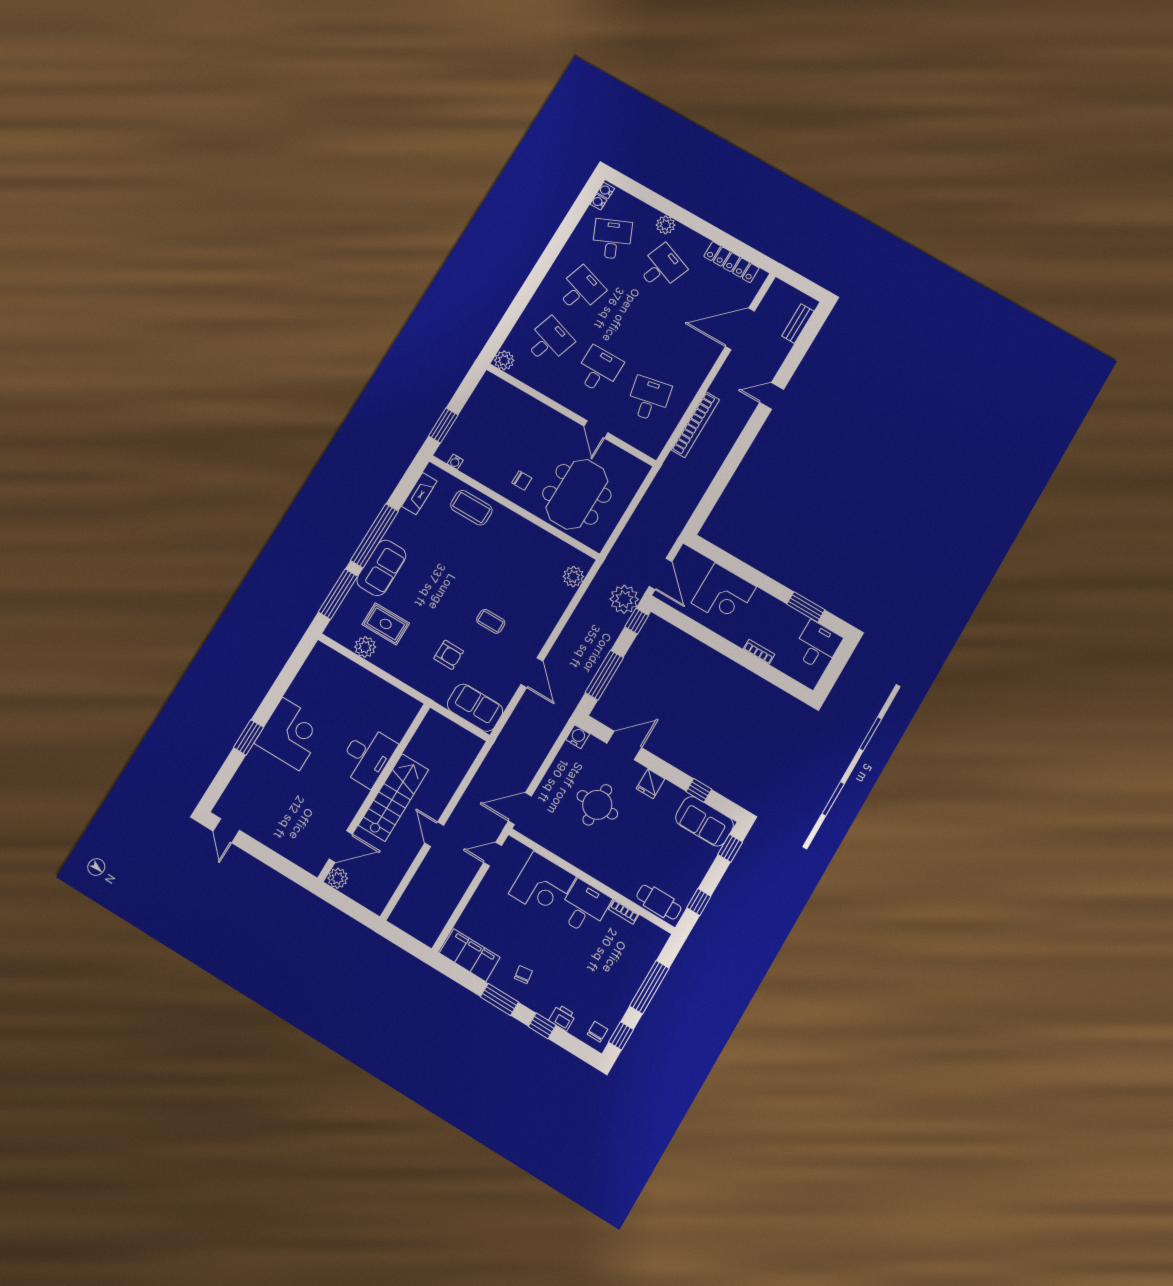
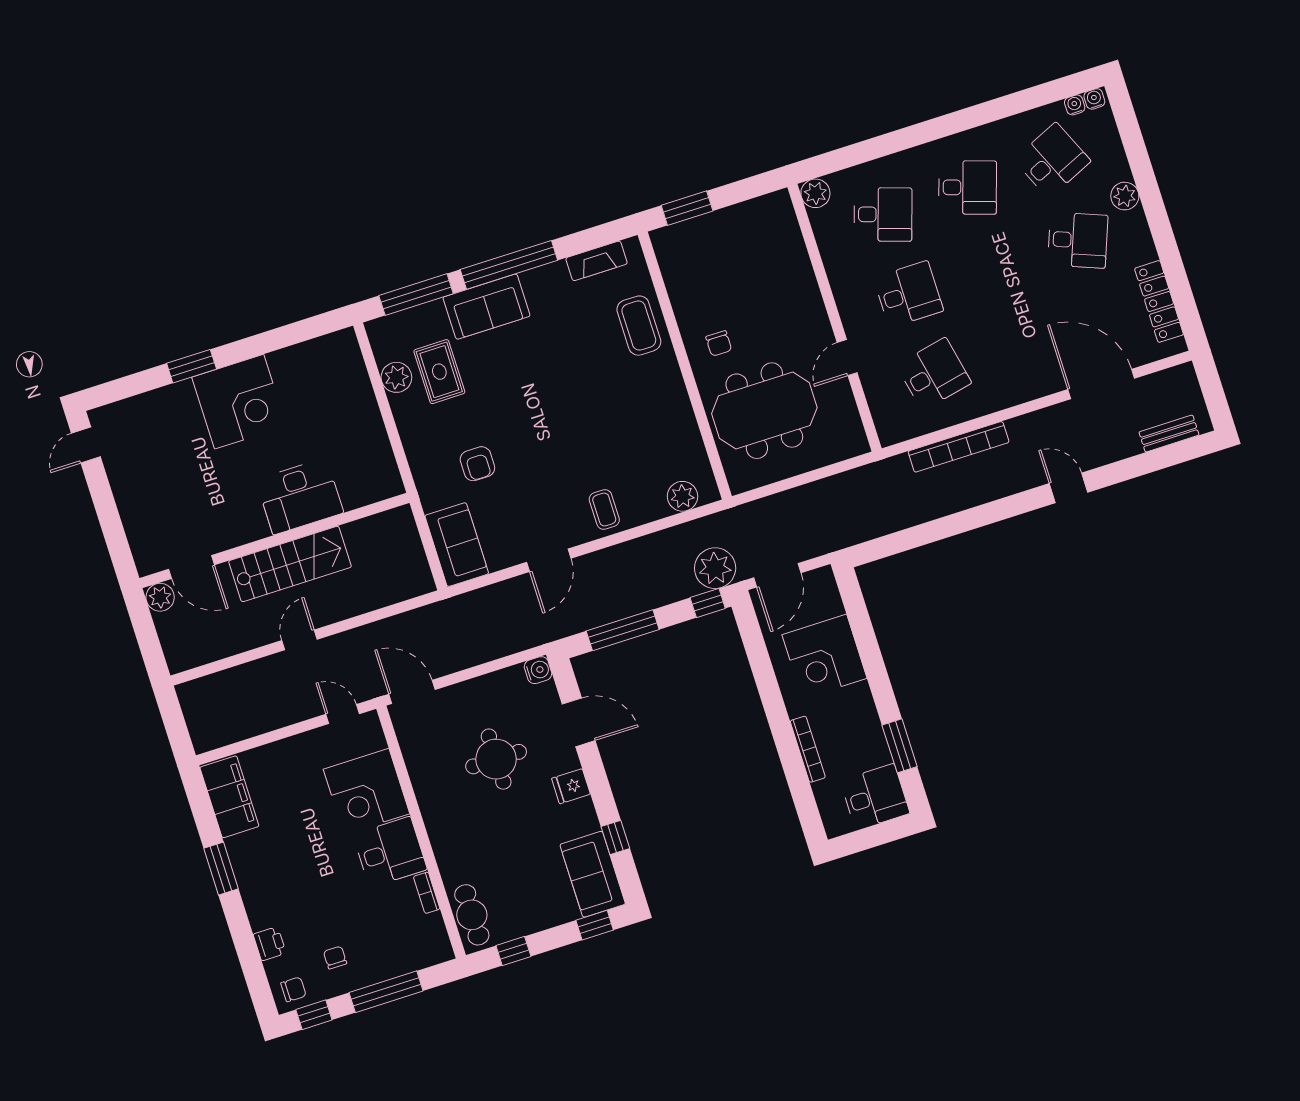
water cooler: (455, 462) -> (665, 260), removed
coffee table: (491, 621) -> (604, 509), moved
bookcase: (759, 652) -> (808, 749), width x1.56
chair: (523, 975) -> (335, 958), moved, turned -82
window: (542, 1026) -> (242, 934), removed

